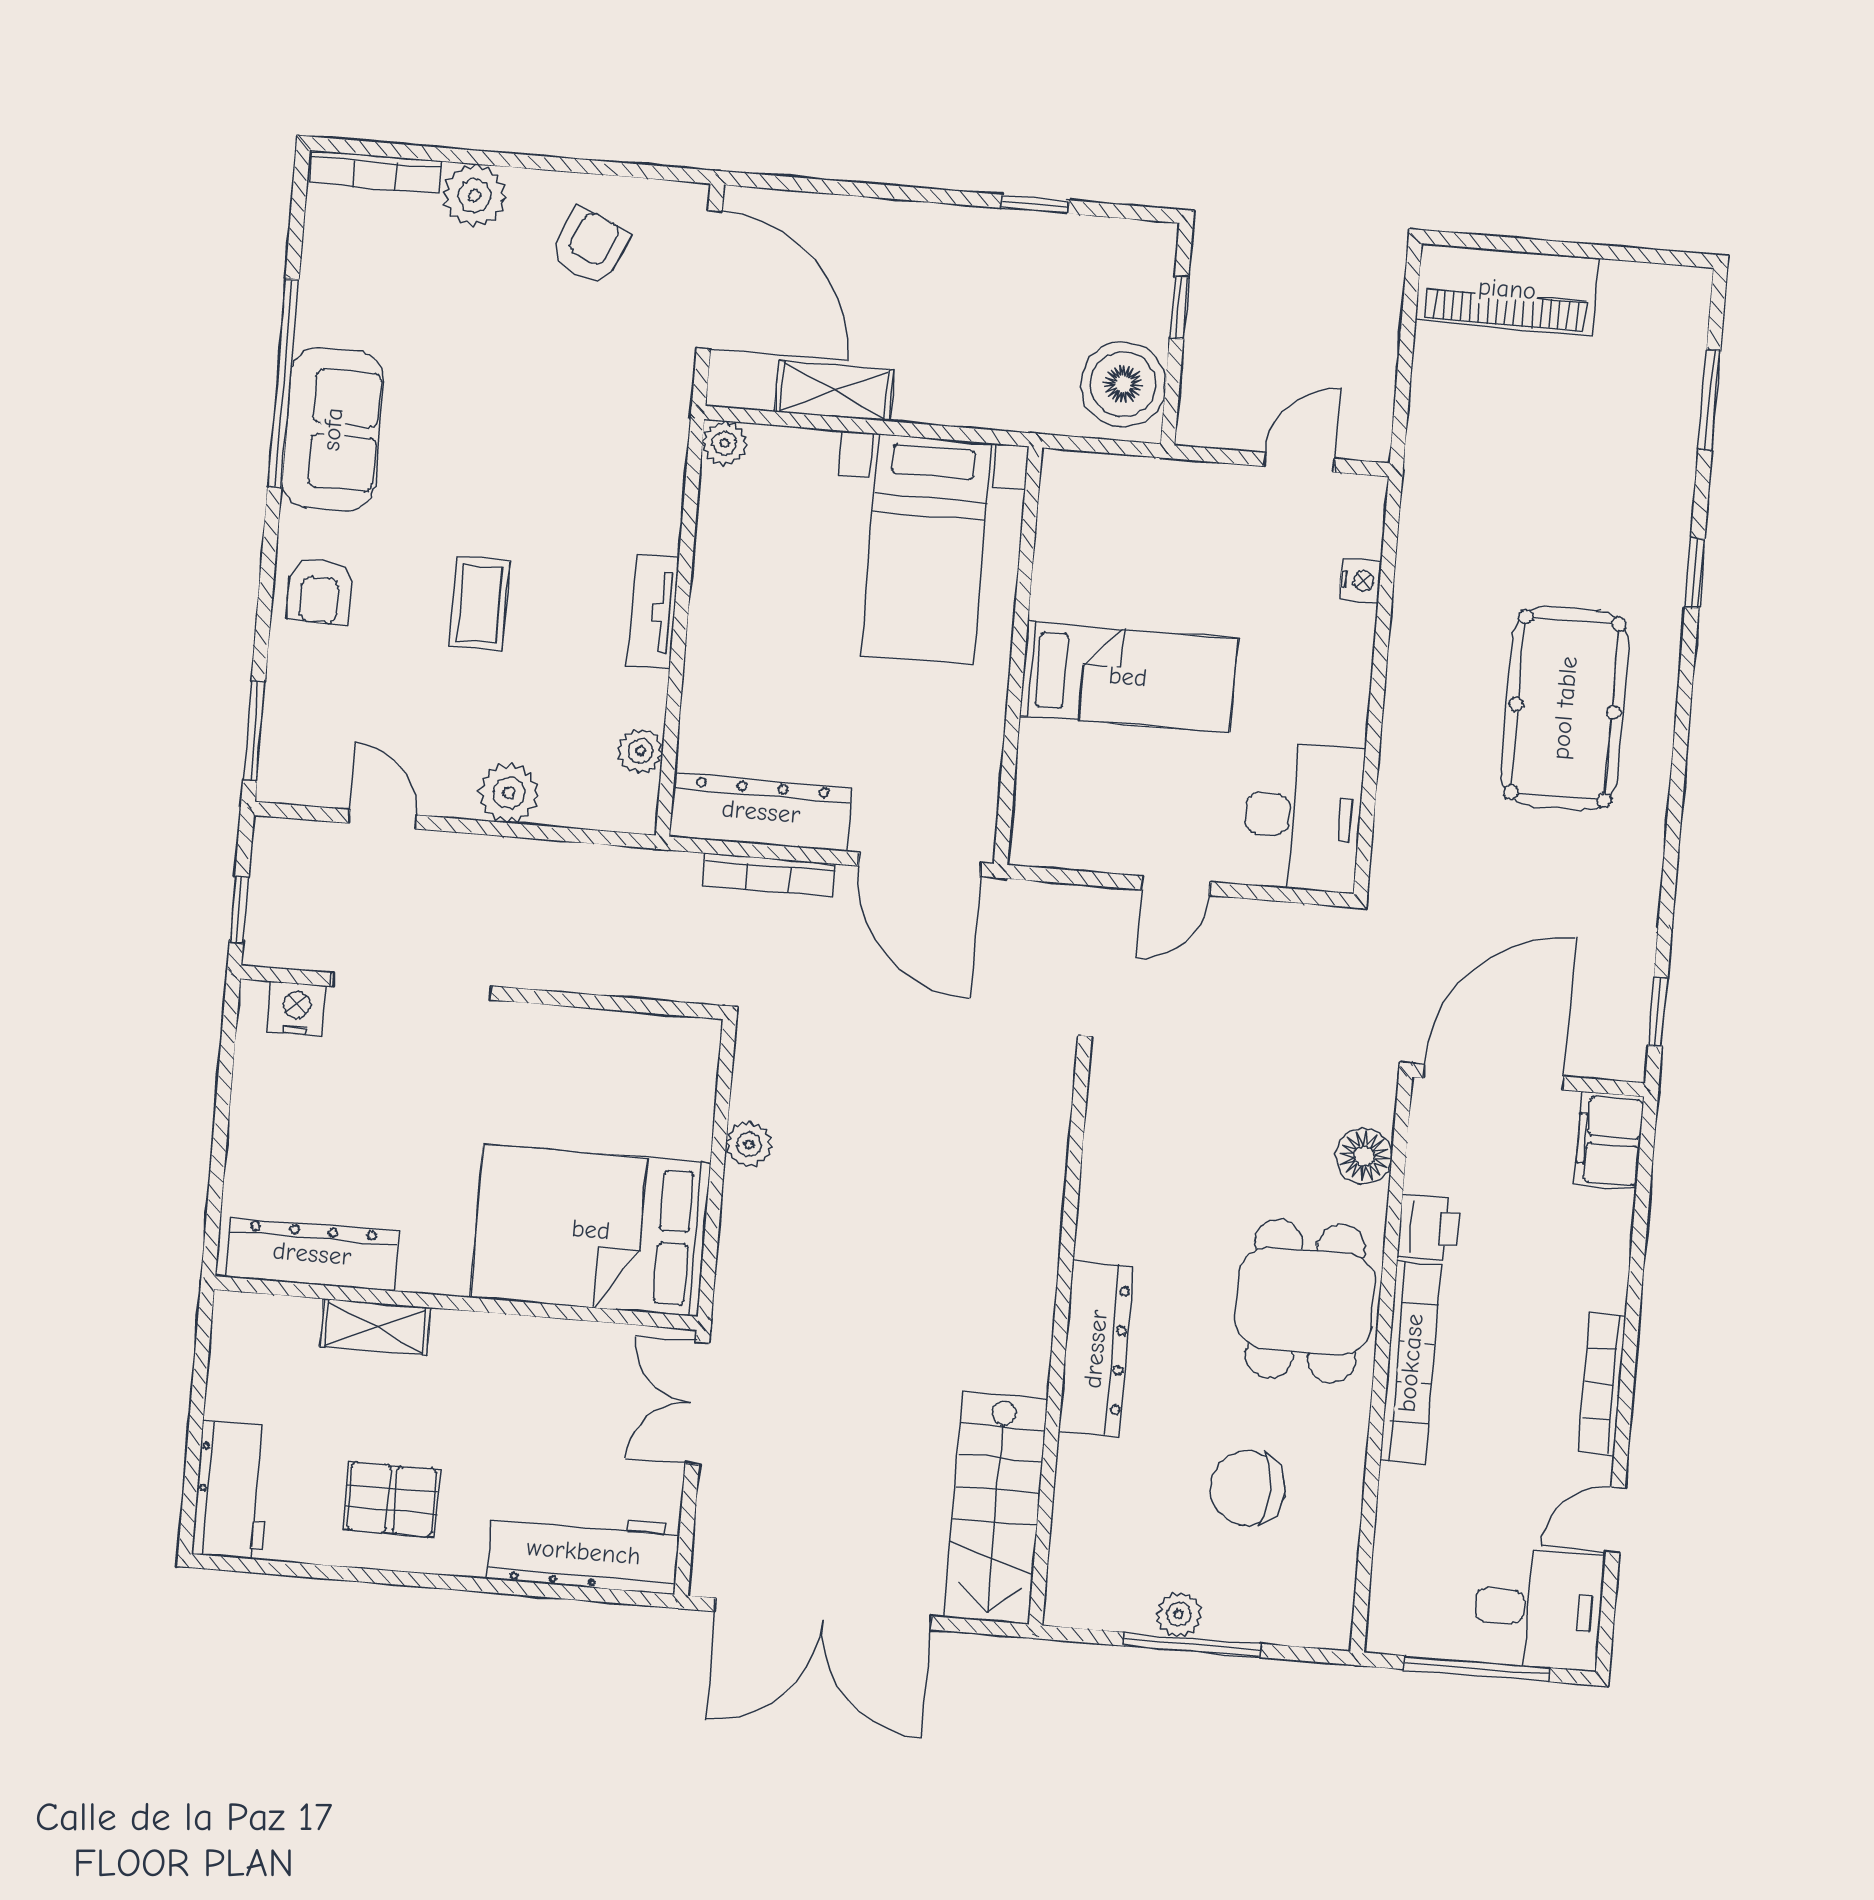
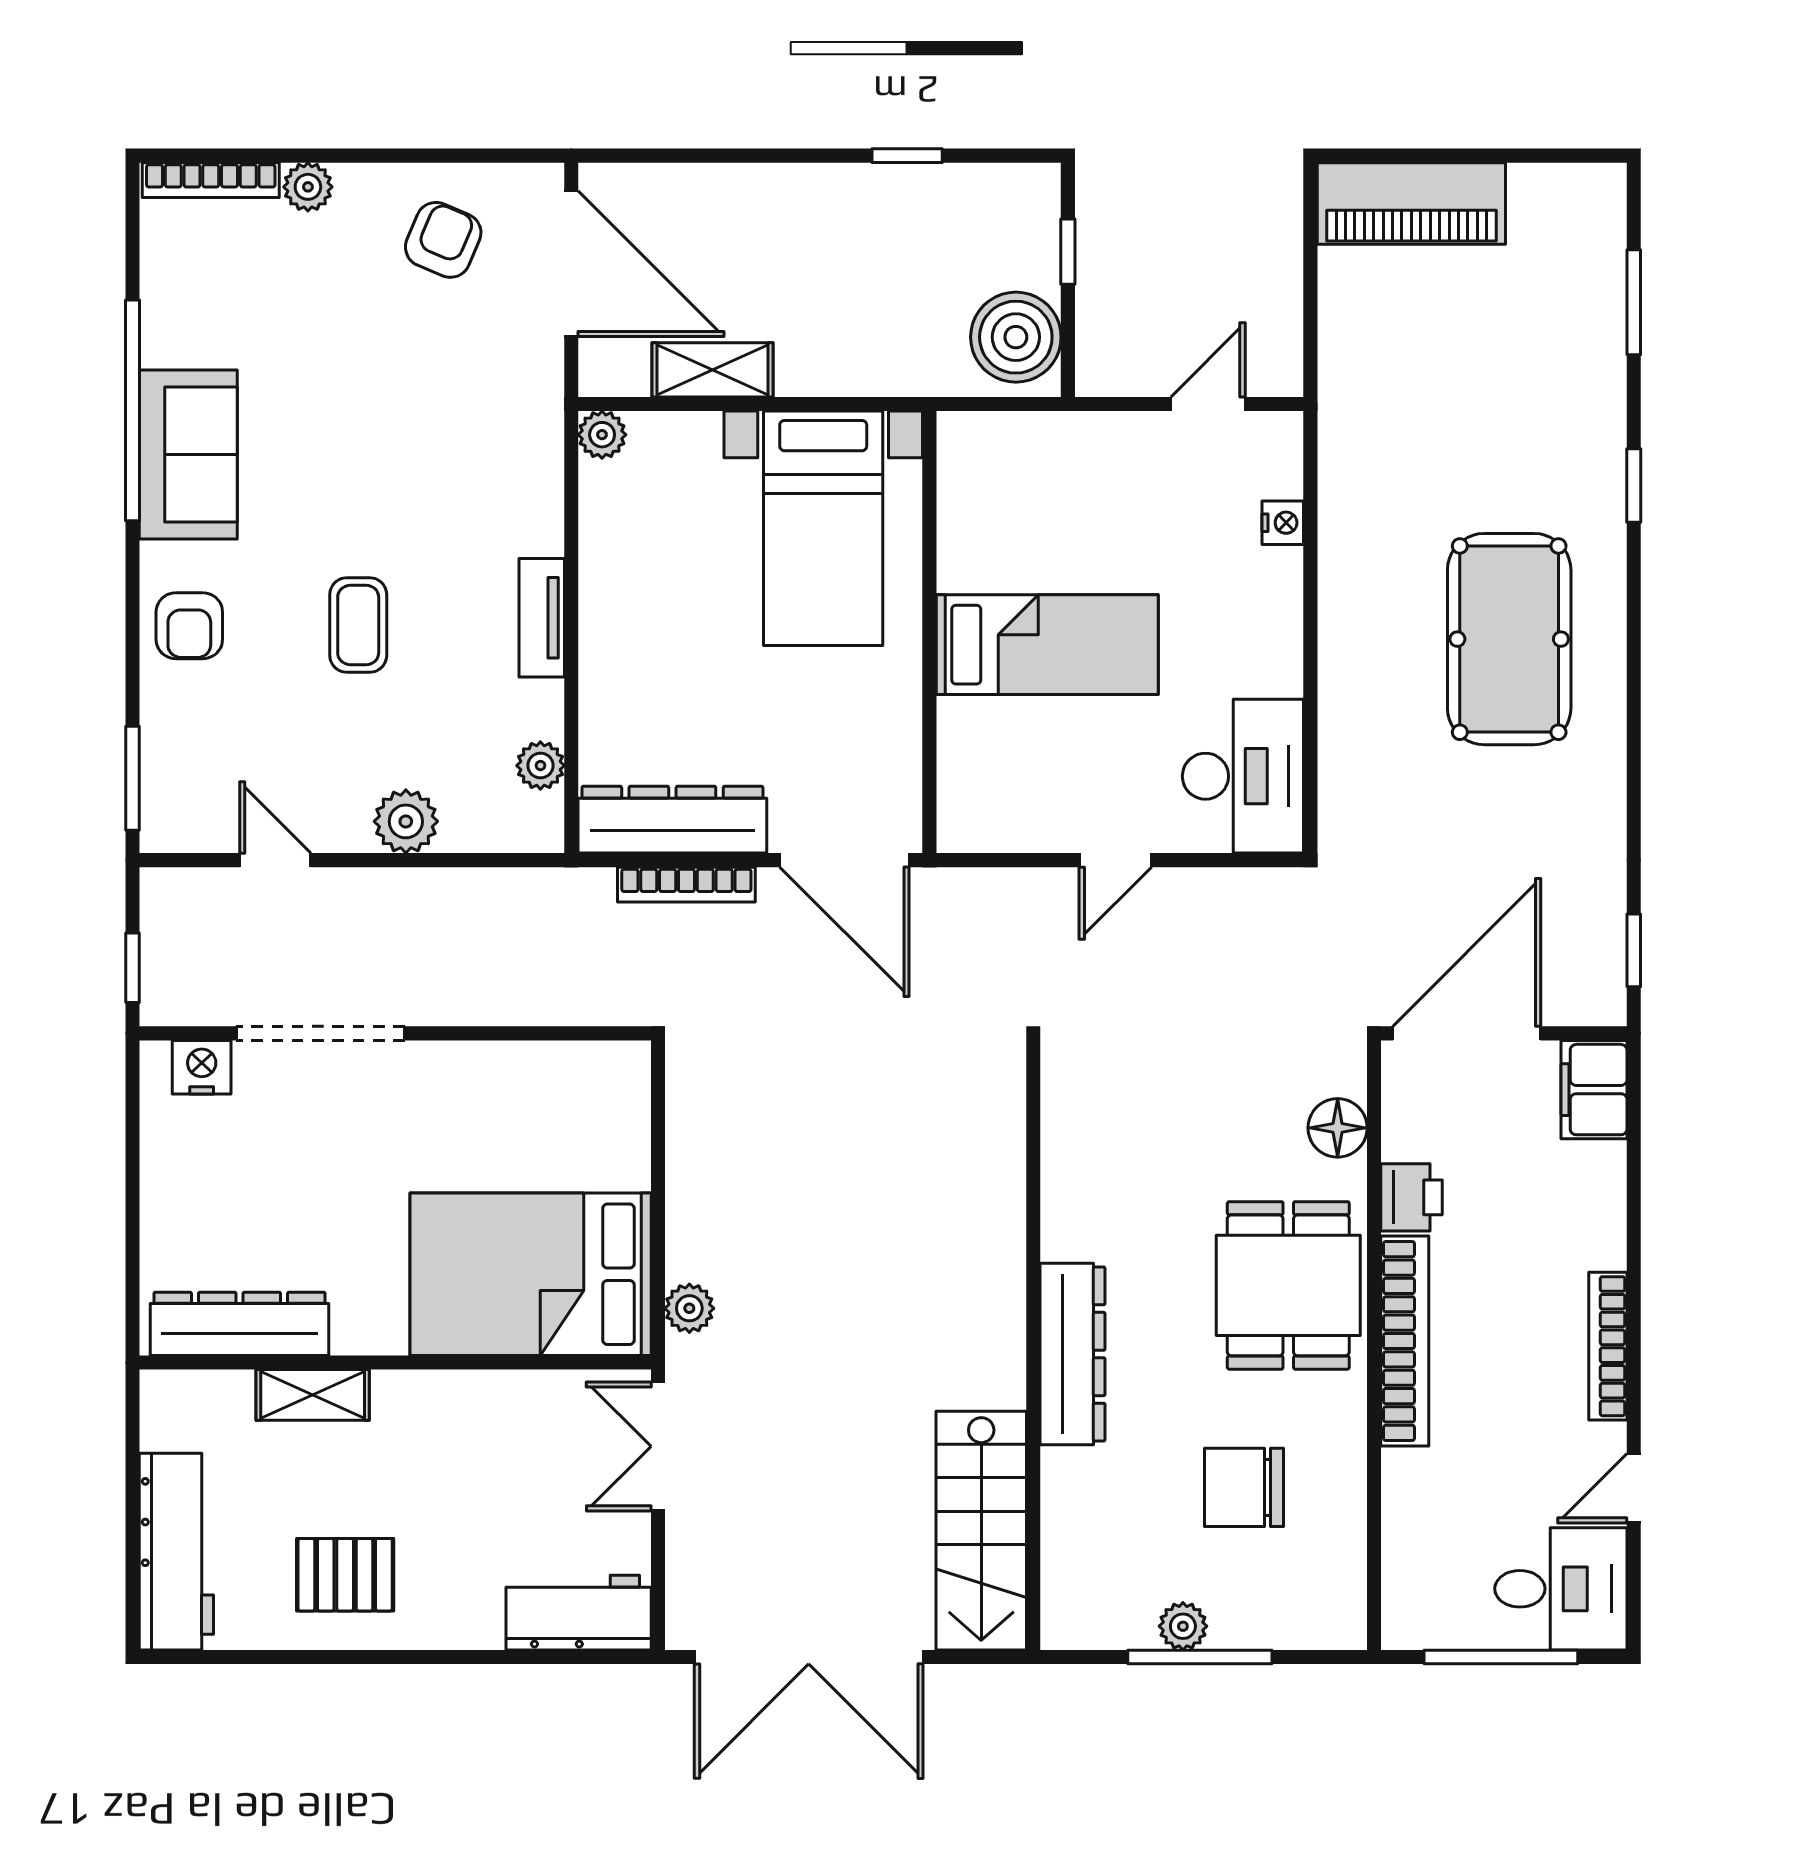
plant: (475, 195) -> (308, 187), width x0.73, depth x0.73
plant: (749, 1144) -> (689, 1308), moved
workbench: (232, 1490) -> (176, 1552), width x1.38
workbench: (584, 1552) -> (579, 1613), width x0.73

